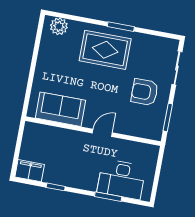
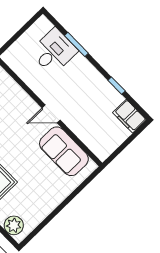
door: (102, 133) -> (51, 114), moved
desk: (121, 179) -> (54, 51), width x0.73

